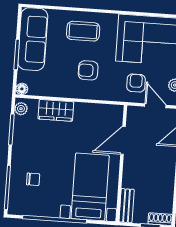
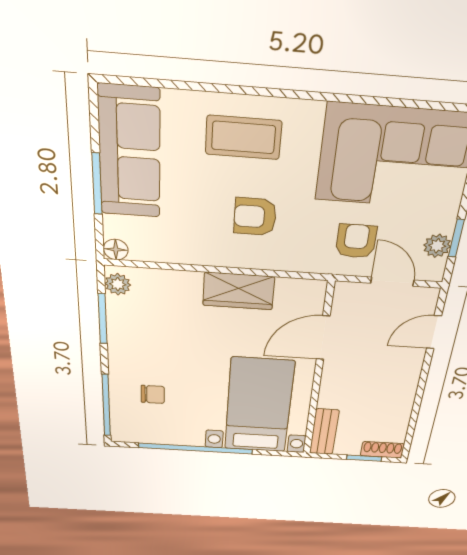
wardrobe: (56, 110) -> (239, 291), moved

